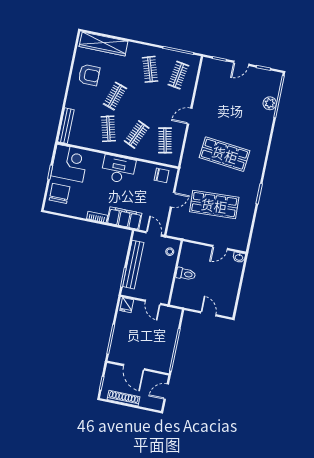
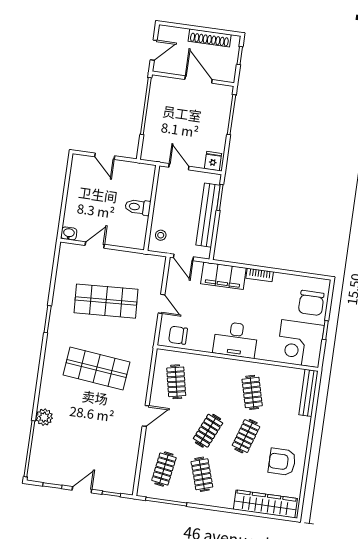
plant: (270, 103) -> (44, 417), moved
clothes rail: (137, 134) -> (208, 431), moved
door: (172, 200) -> (161, 304), swing flipped

